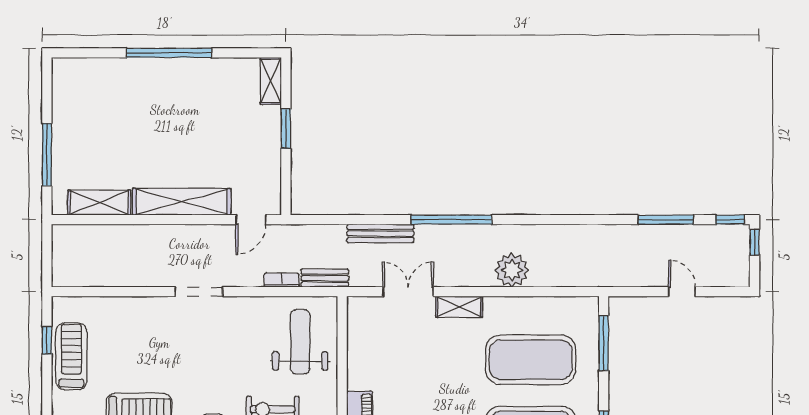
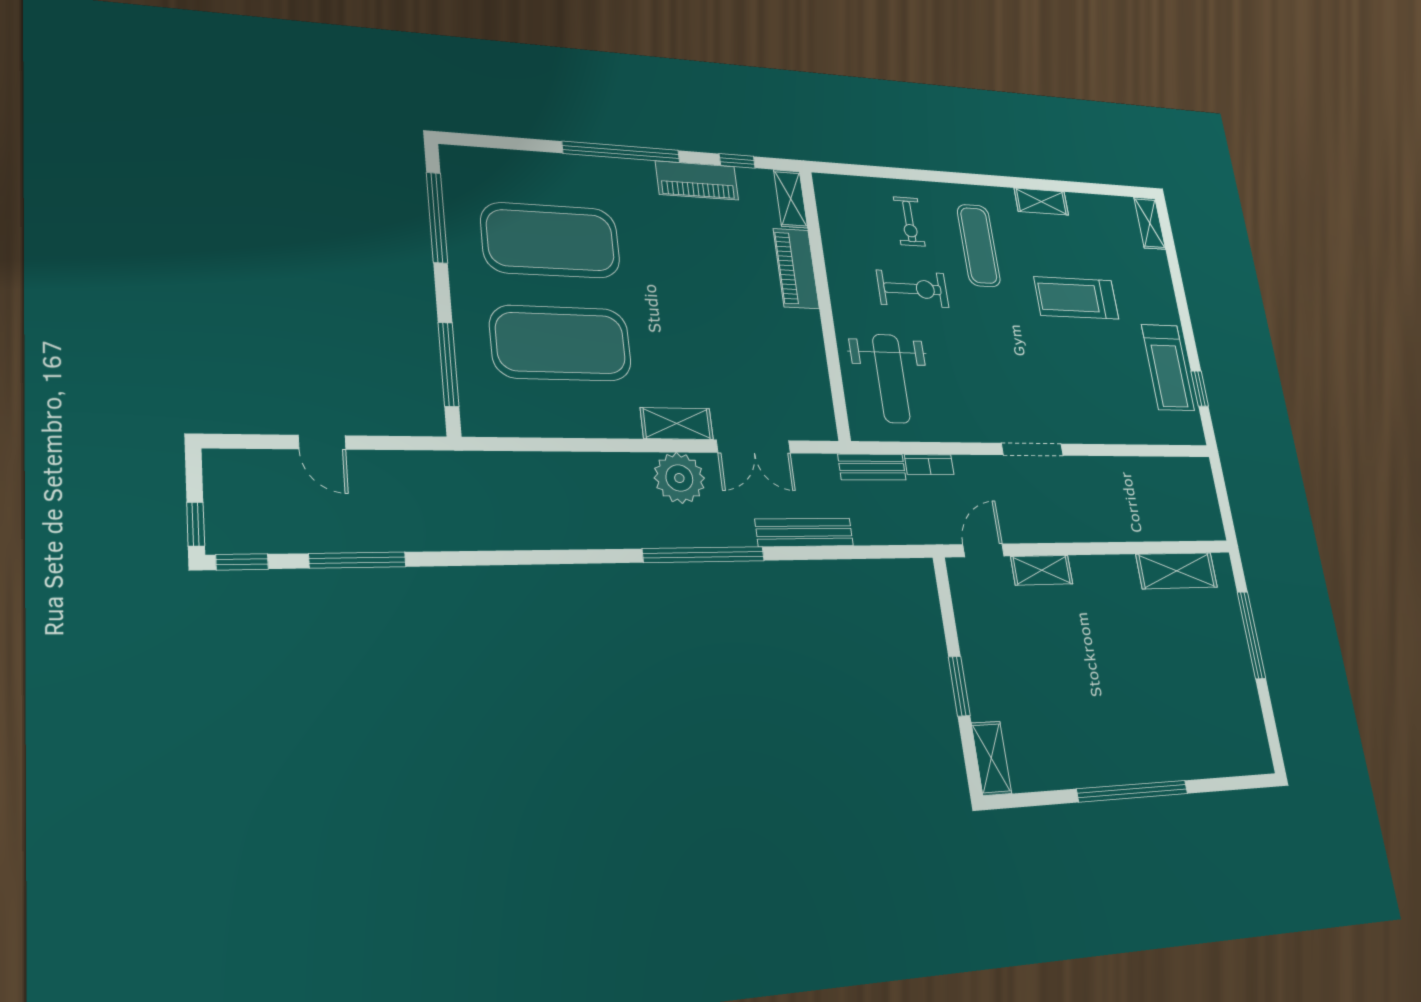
shelving: (182, 202) -> (1042, 570), width x0.45, depth x0.75
plant: (512, 270) -> (679, 478), moved

